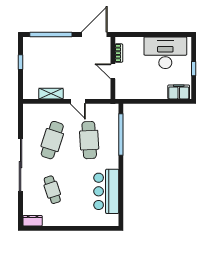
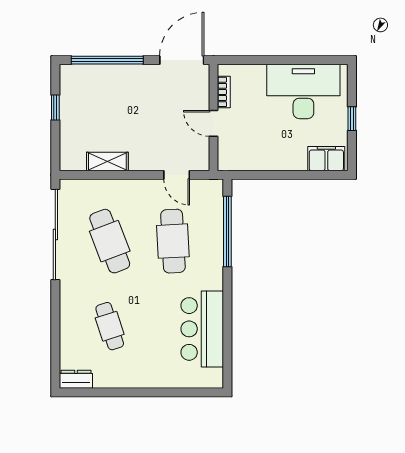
door: (78, 101) -> (177, 175), moved
cafe table: (52, 140) -> (110, 241), turned -39
sliding door: (21, 165) -> (55, 234), moved

